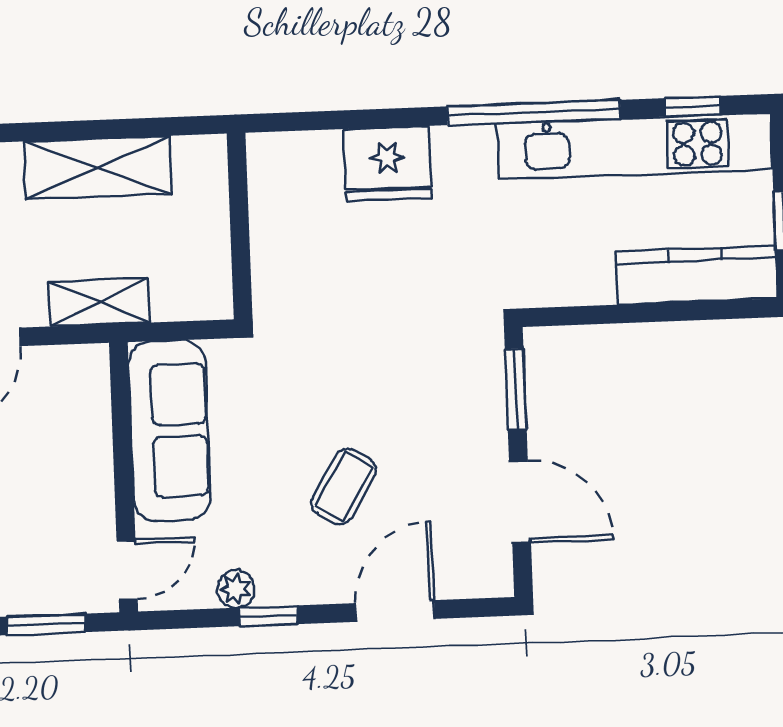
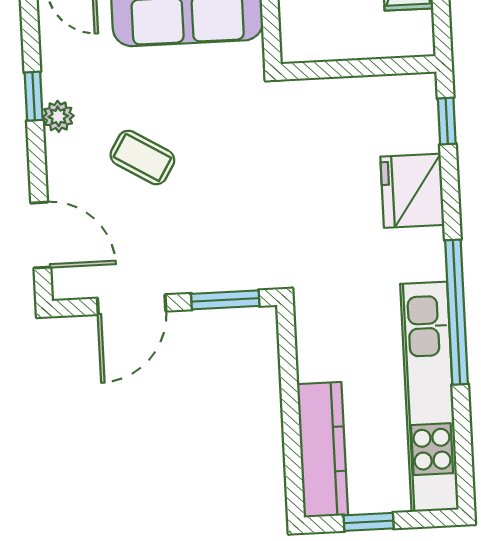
window: (693, 106) -> (447, 121), moved
plant: (236, 589) -> (58, 116), moved
door: (395, 611) -> (41, 235), moved

